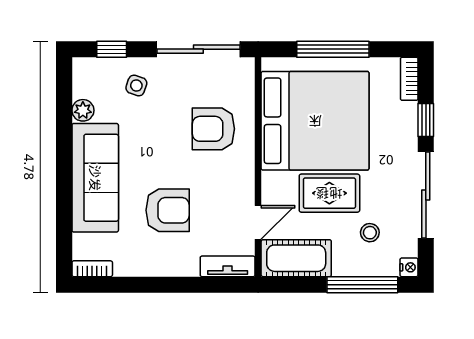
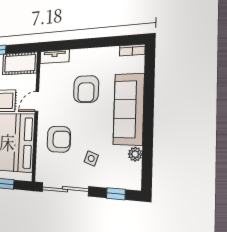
side table: (136, 85) -> (91, 158), moved
armchair: (168, 210) -> (86, 89), turned -90
door: (258, 222) -> (37, 101), moved

